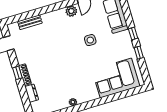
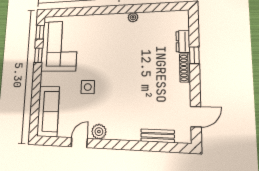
window: (133, 34) -> (40, 32), moved
window: (17, 73) -> (194, 55), moved
corner sofa: (116, 78) -> (59, 46), moved, turned -90

